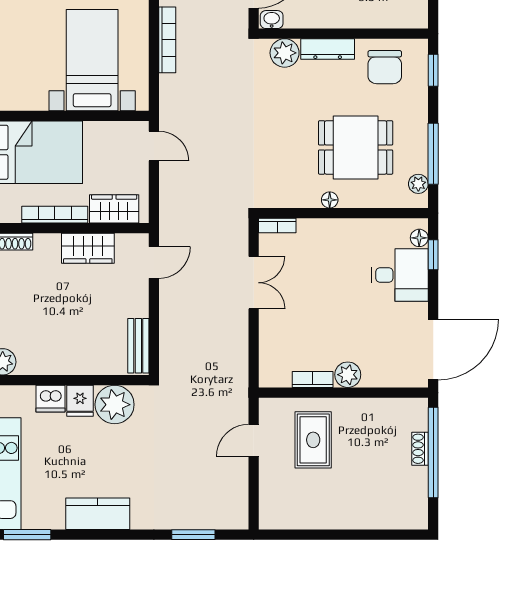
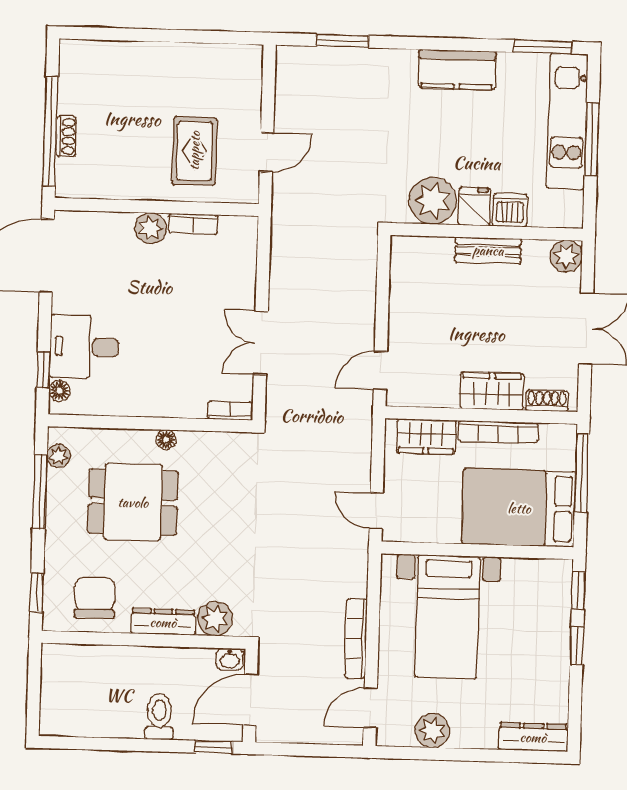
wardrobe: (88, 248) -> (492, 391), moved
bench: (138, 346) -> (488, 250), moved, turned 90

